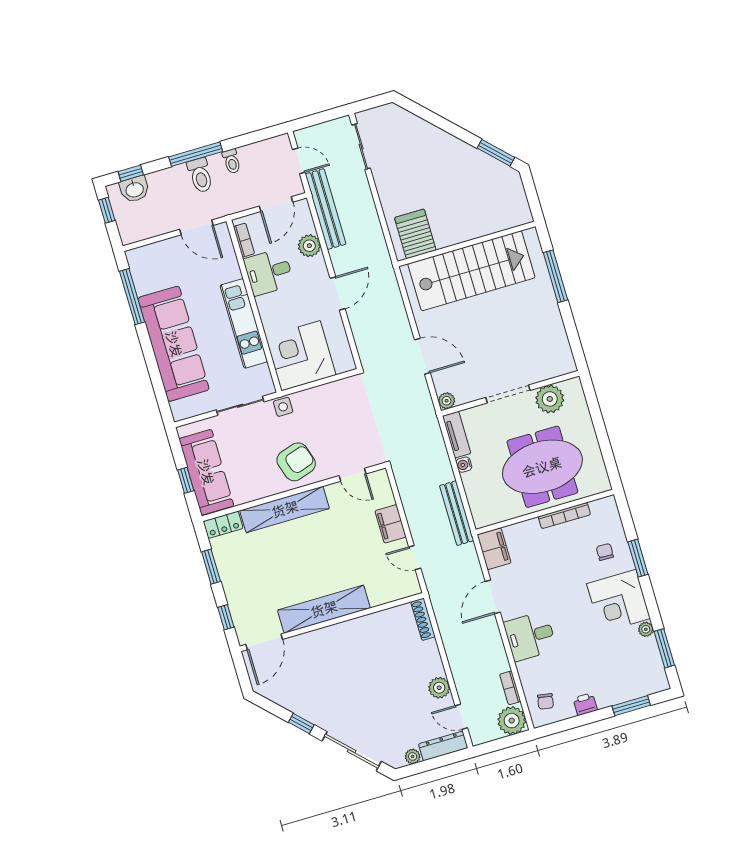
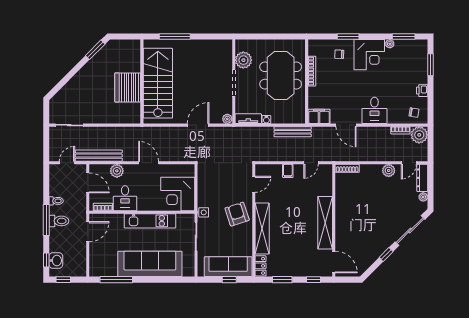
server rack: (415, 234) -> (128, 87), moved, width x1.60
filing cabinet: (391, 524) -> (288, 171), width x0.50

